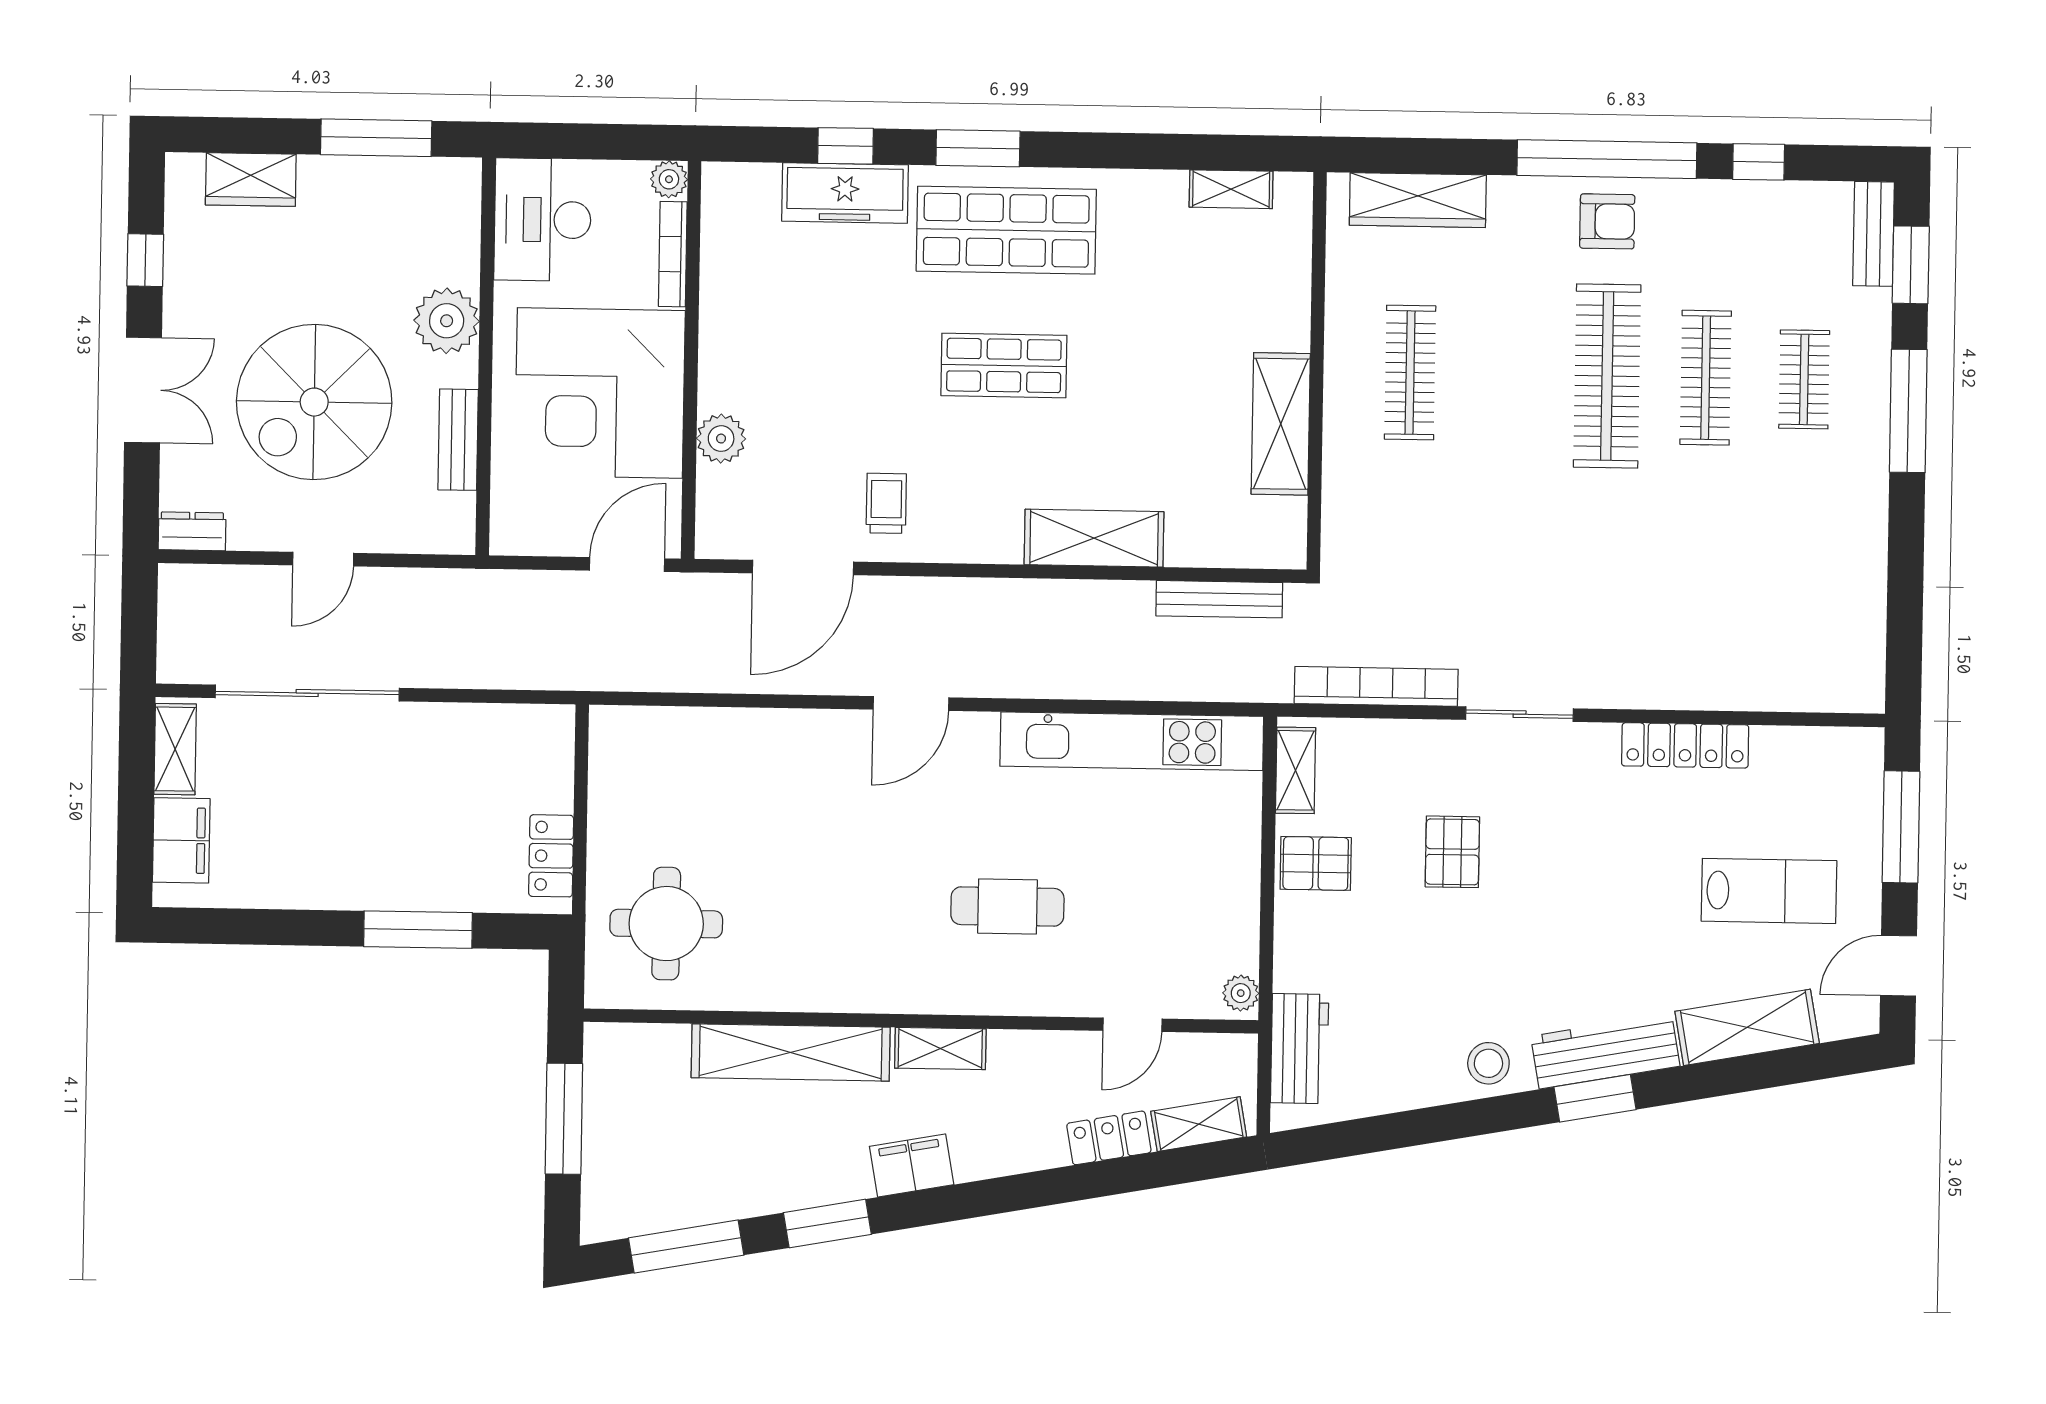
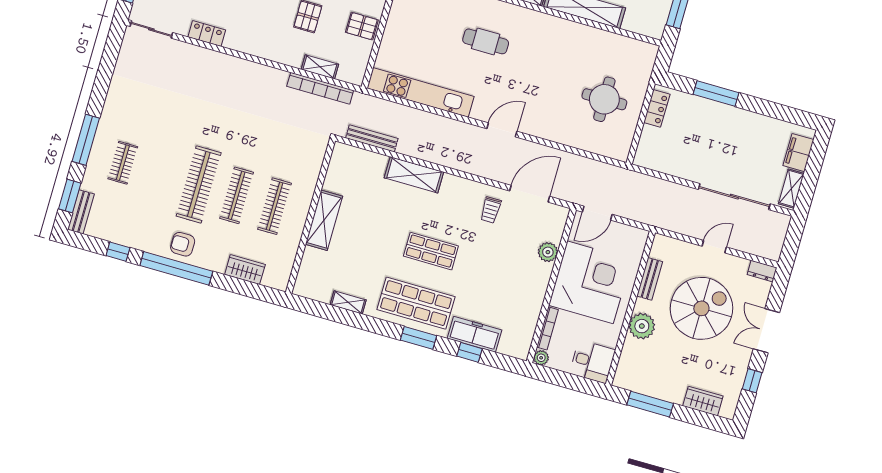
shelving: (1231, 189) -> (348, 302), moved
wardrobe: (1418, 200) -> (245, 270), width x0.67
desk: (543, 220) -> (592, 362), width x0.73
clothes rail: (1706, 378) -> (237, 195), moved
shelving: (1281, 424) -> (324, 220), moved
sliding door: (1520, 714) -> (151, 29), moved
locker: (1685, 745) -> (207, 33), width x0.66
shelving: (1296, 770) -> (320, 67), moved, turned 90
round table: (666, 924) -> (604, 99), moved

